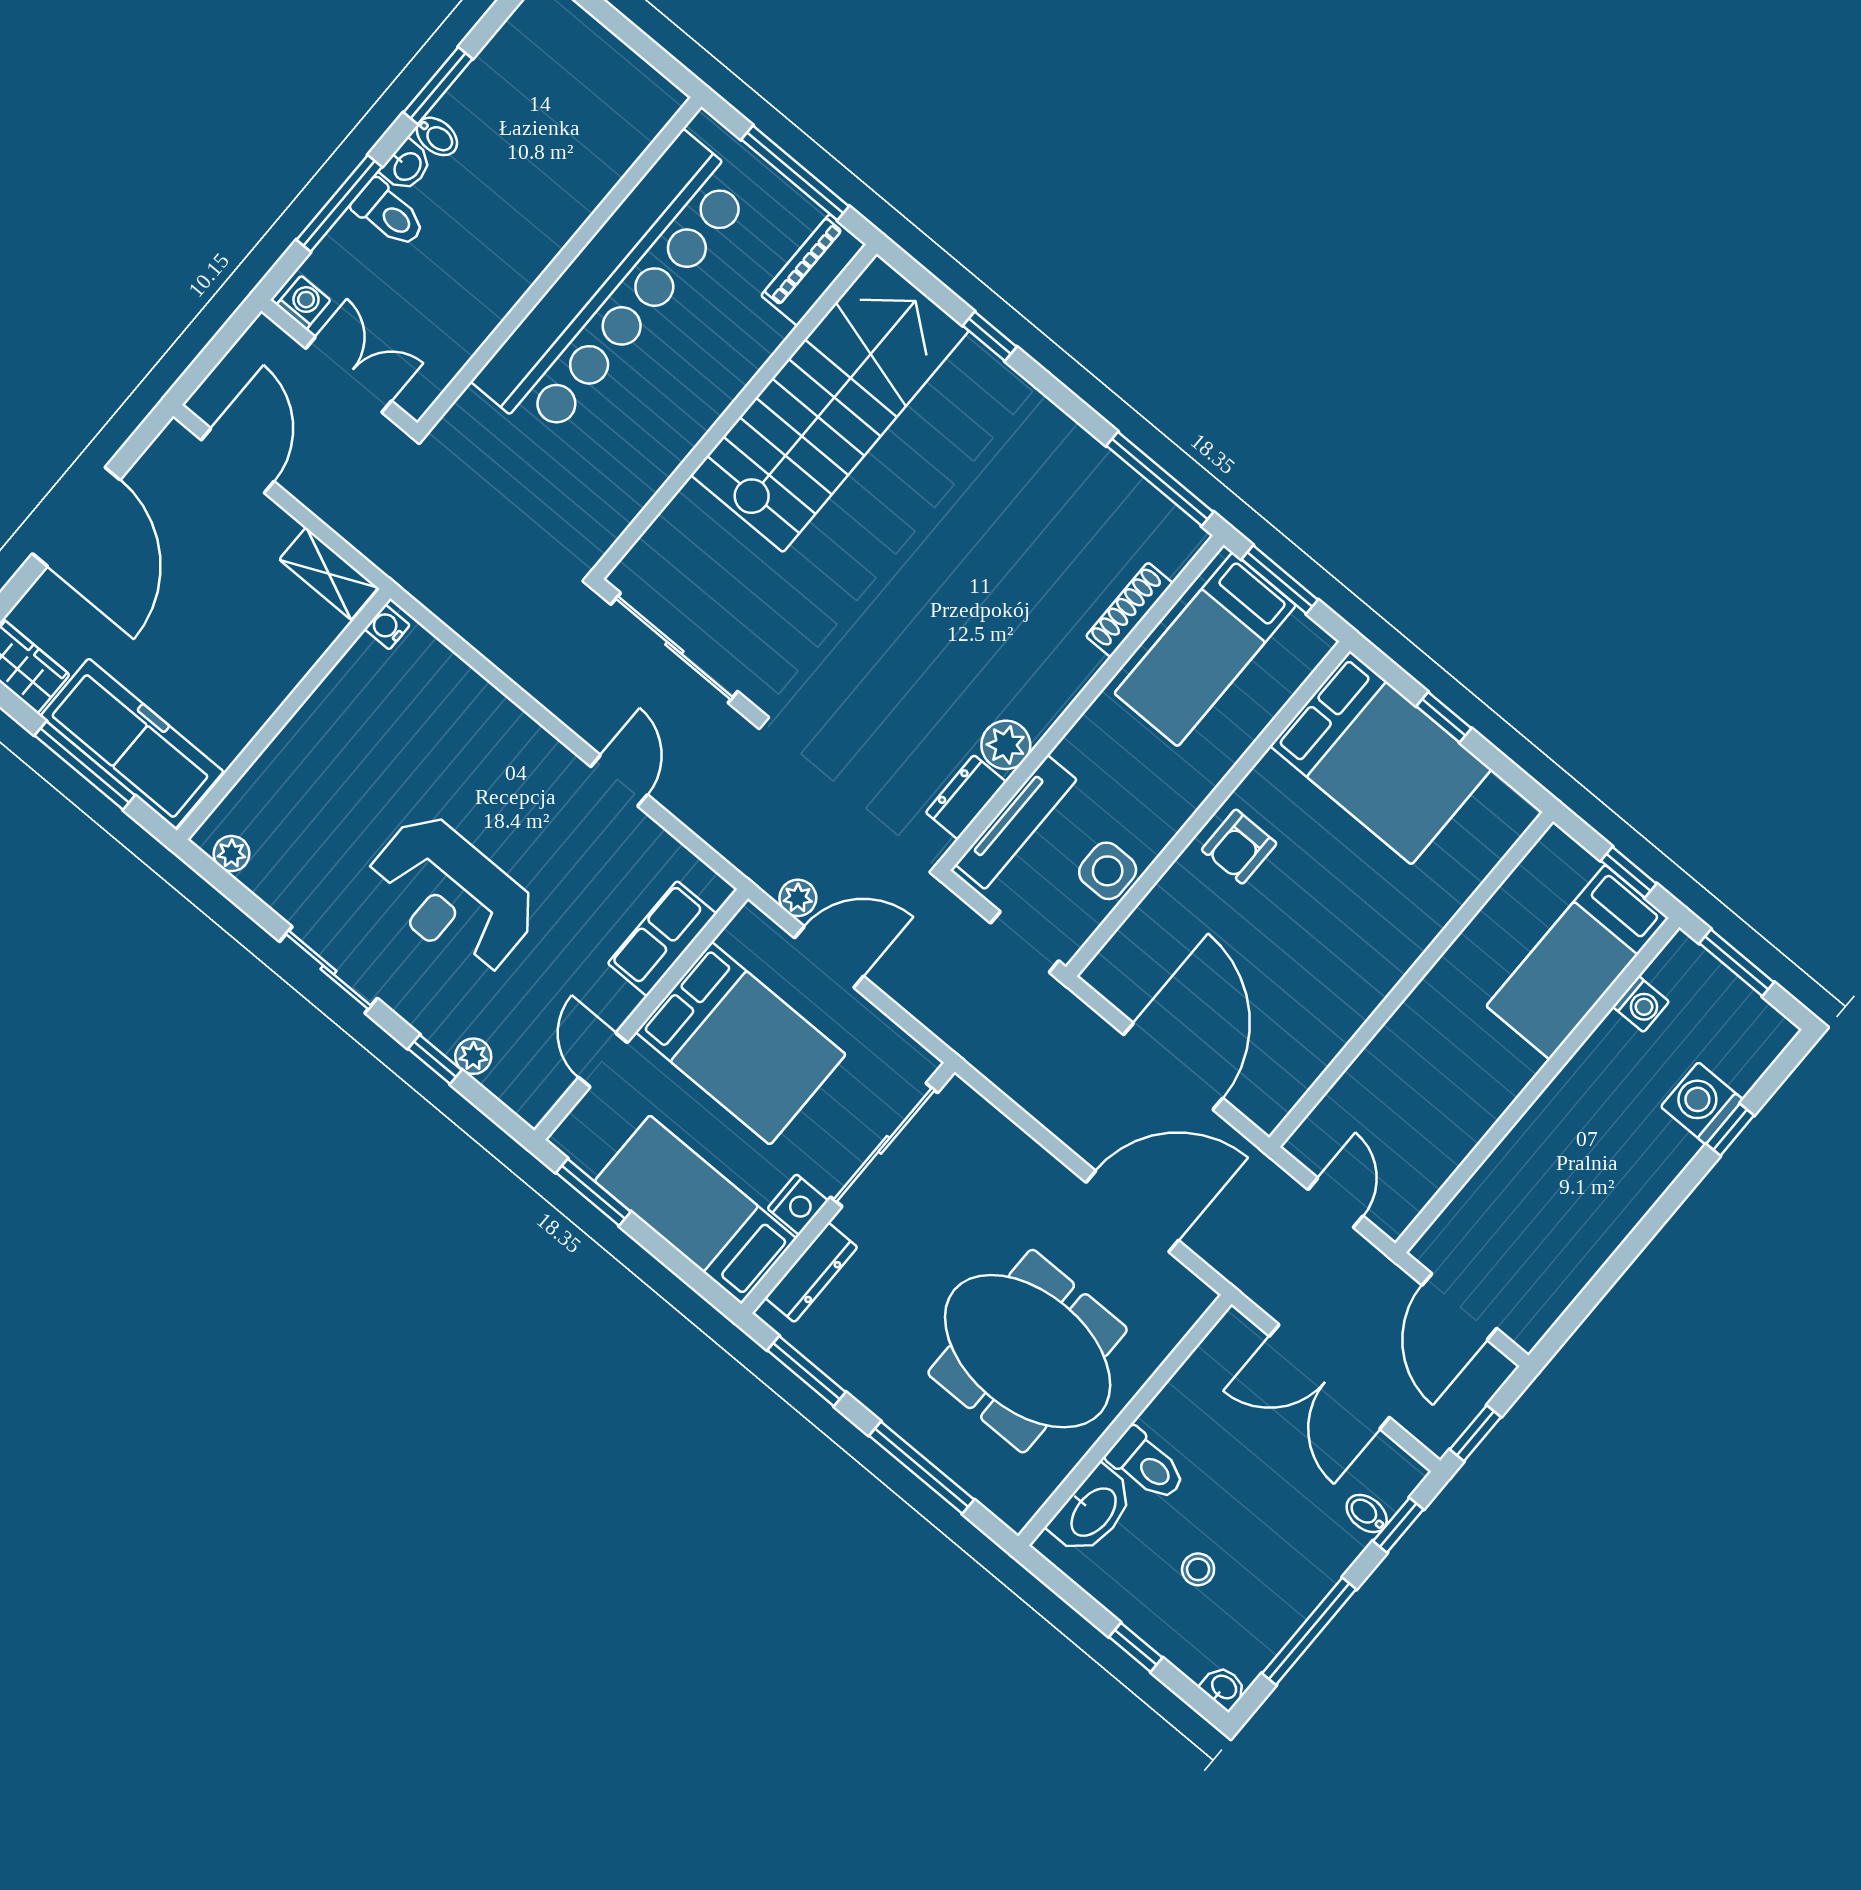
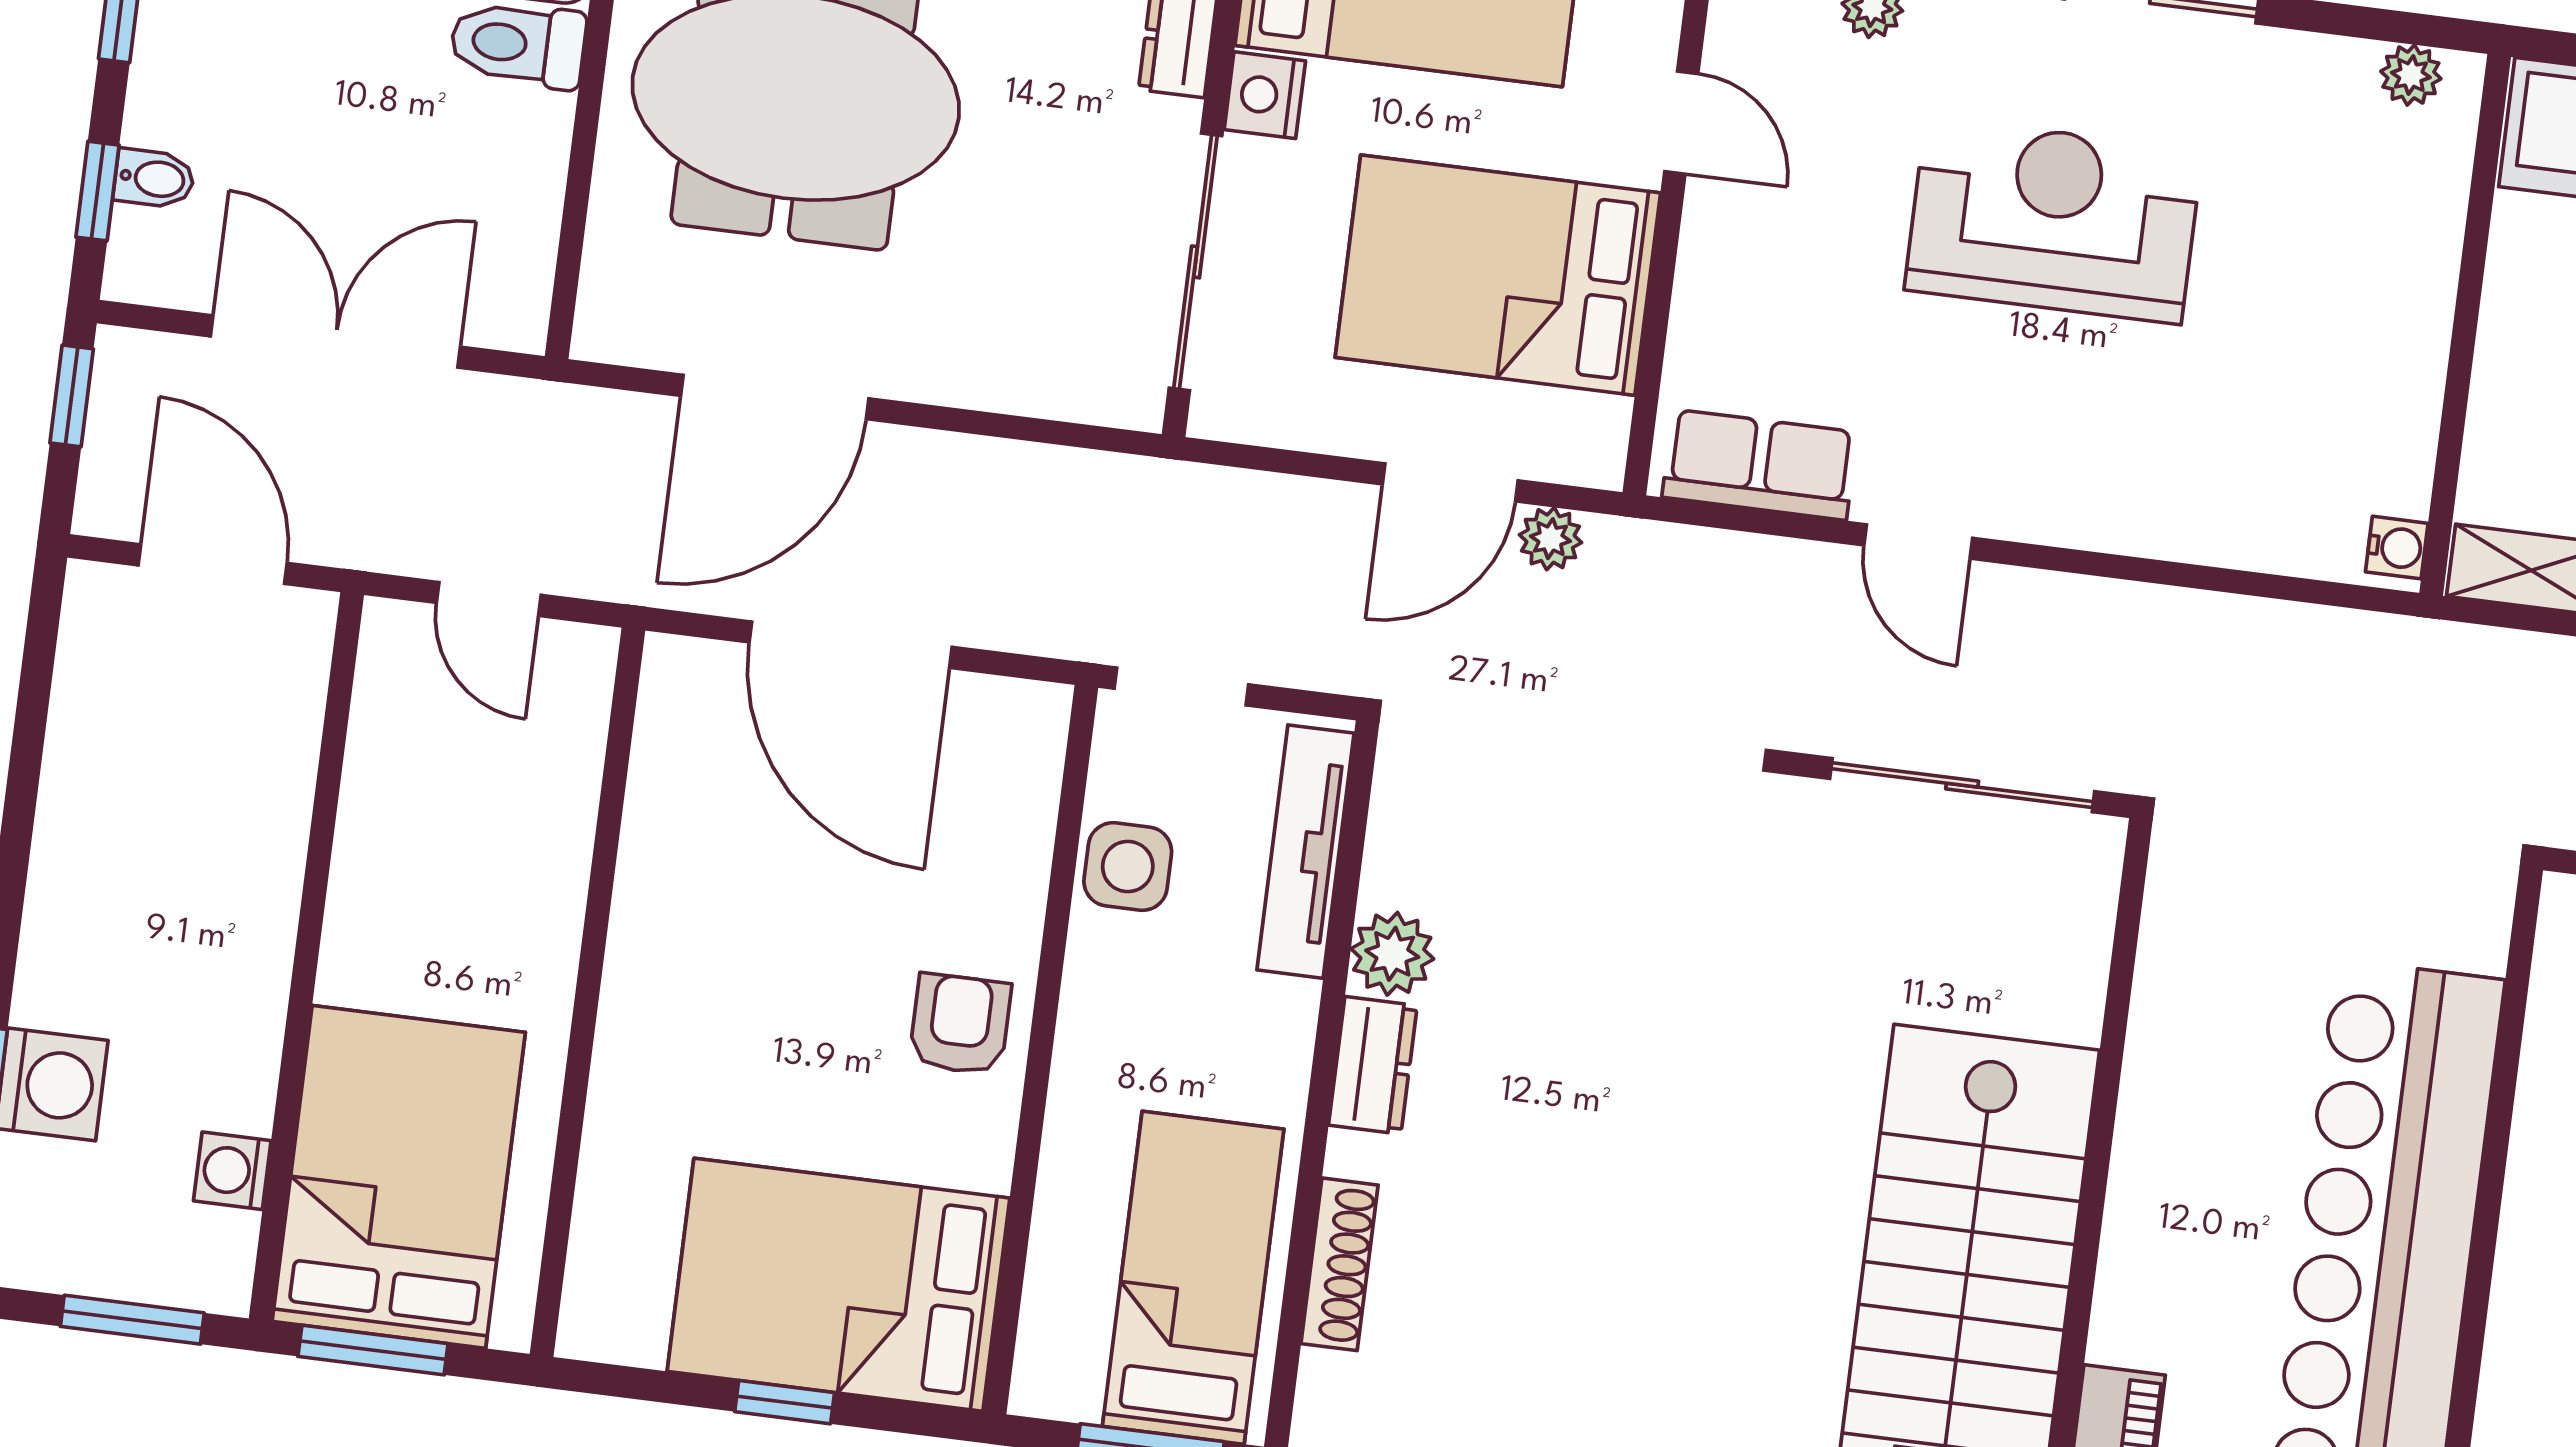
dresser: (966, 797) -> (1373, 1065), moved
window: (1629, 872) -> (373, 1350), width x1.50
row of seats: (662, 939) -> (1760, 465), moved, turned -90
bed: (1577, 962) -> (399, 1177), width x1.50

